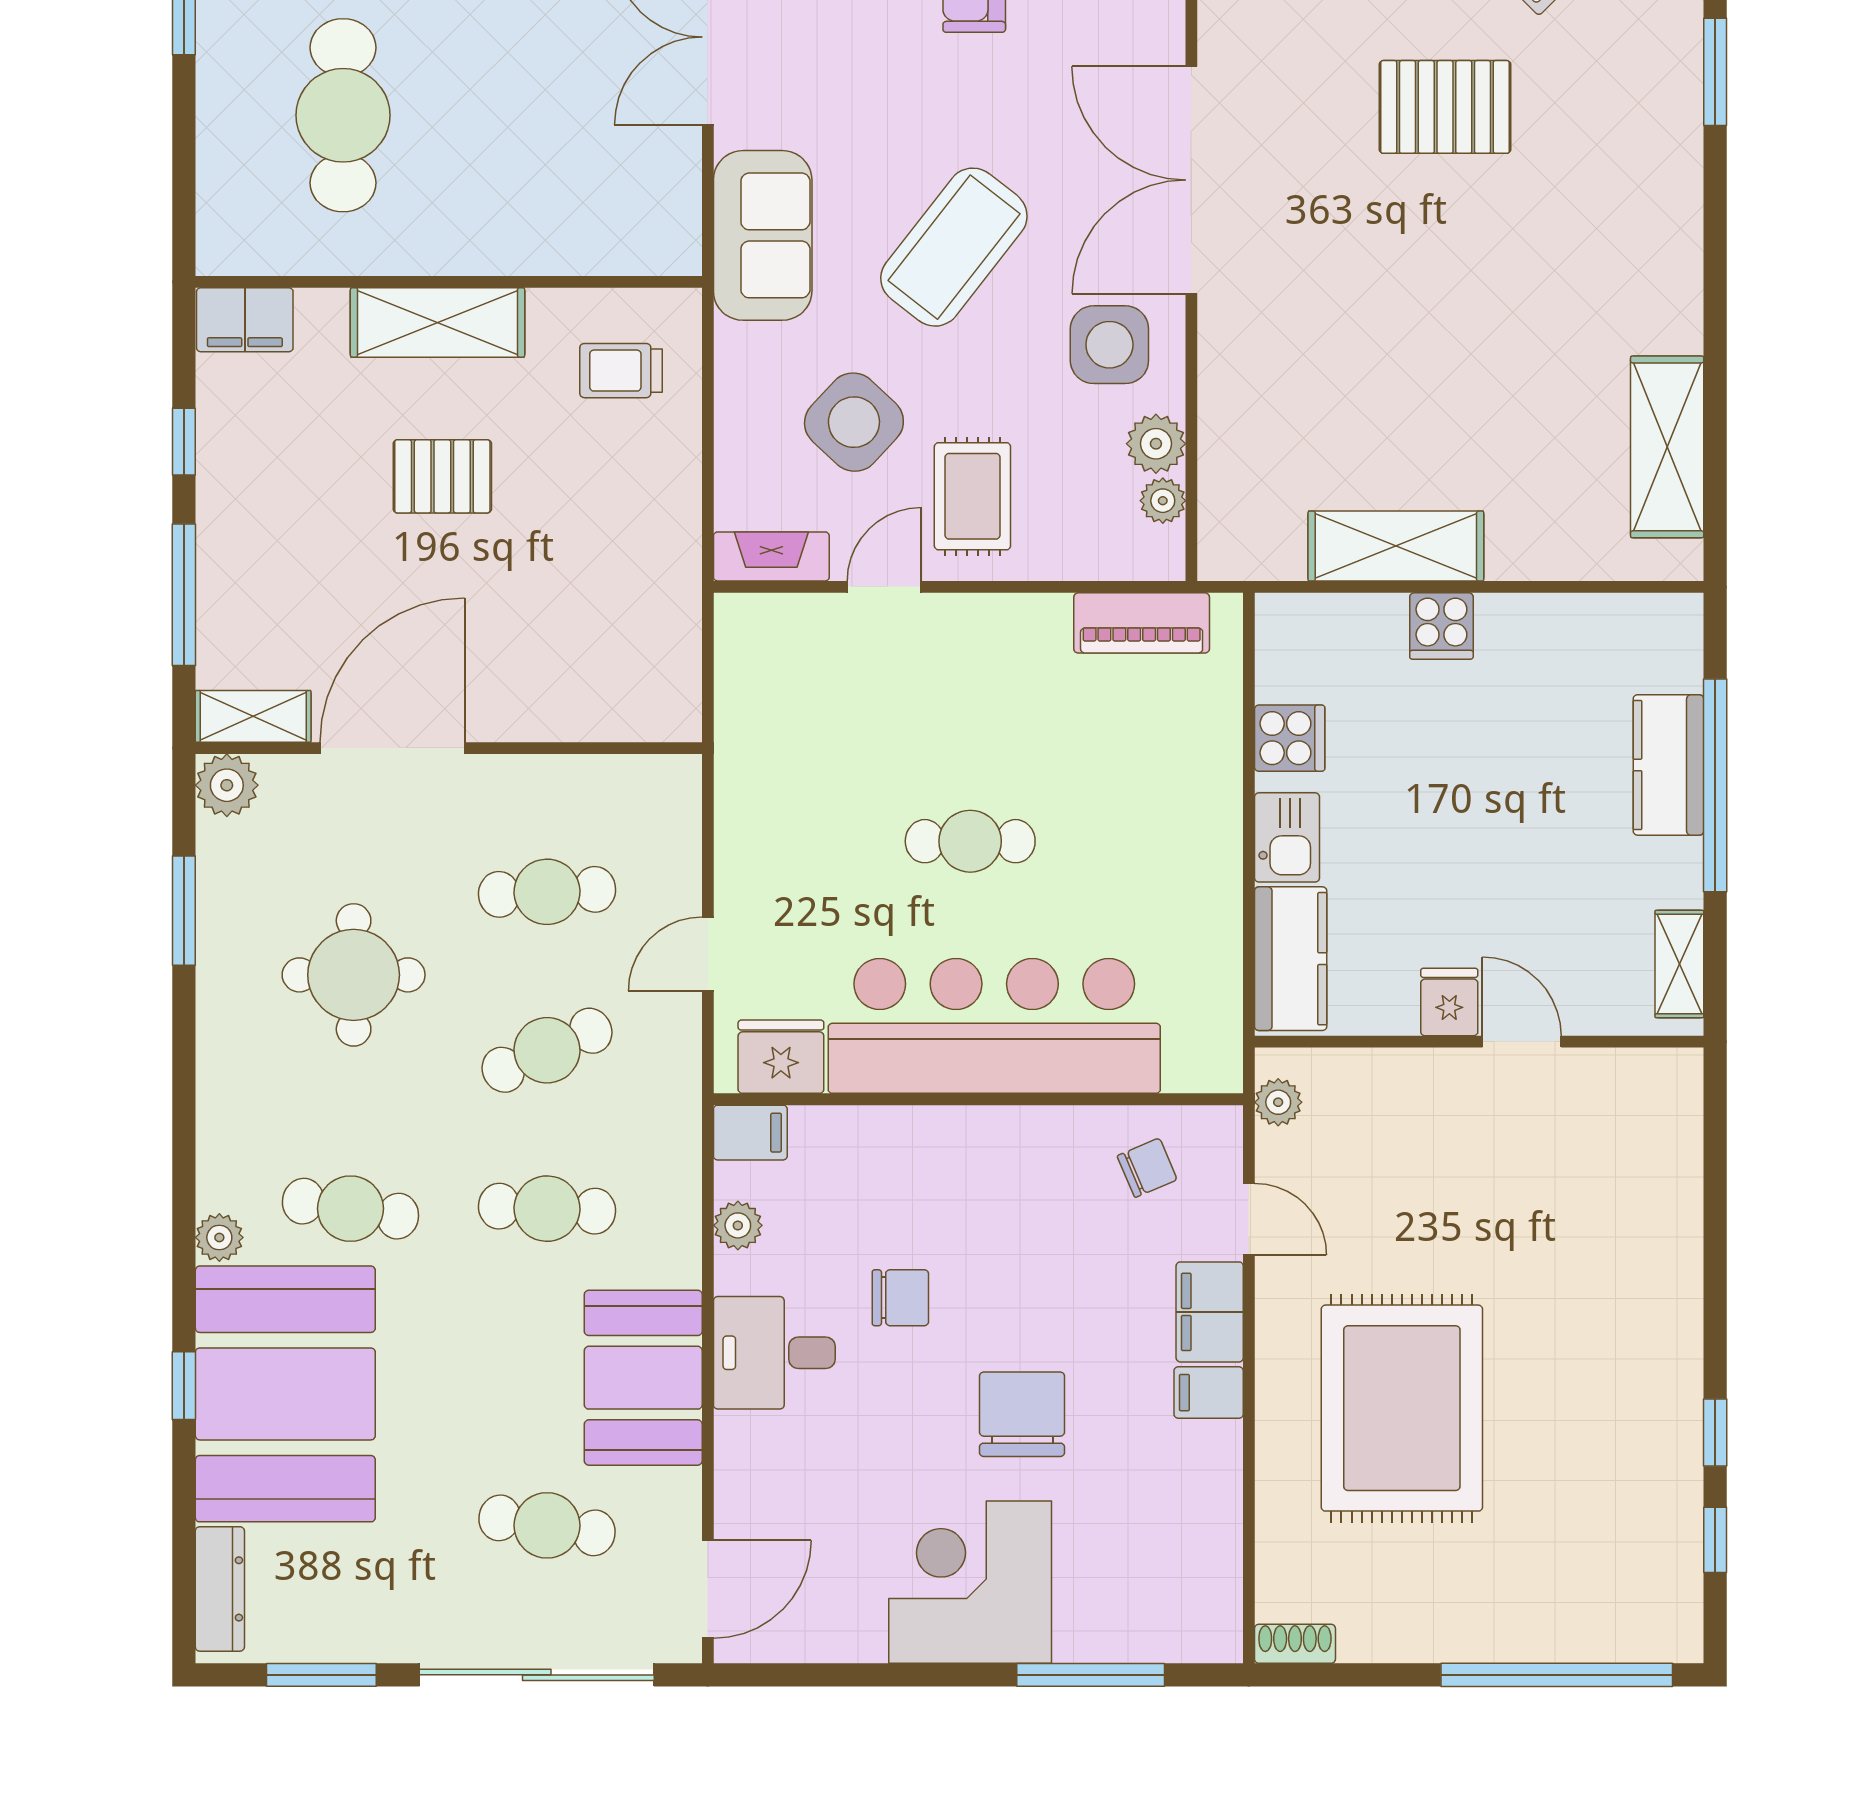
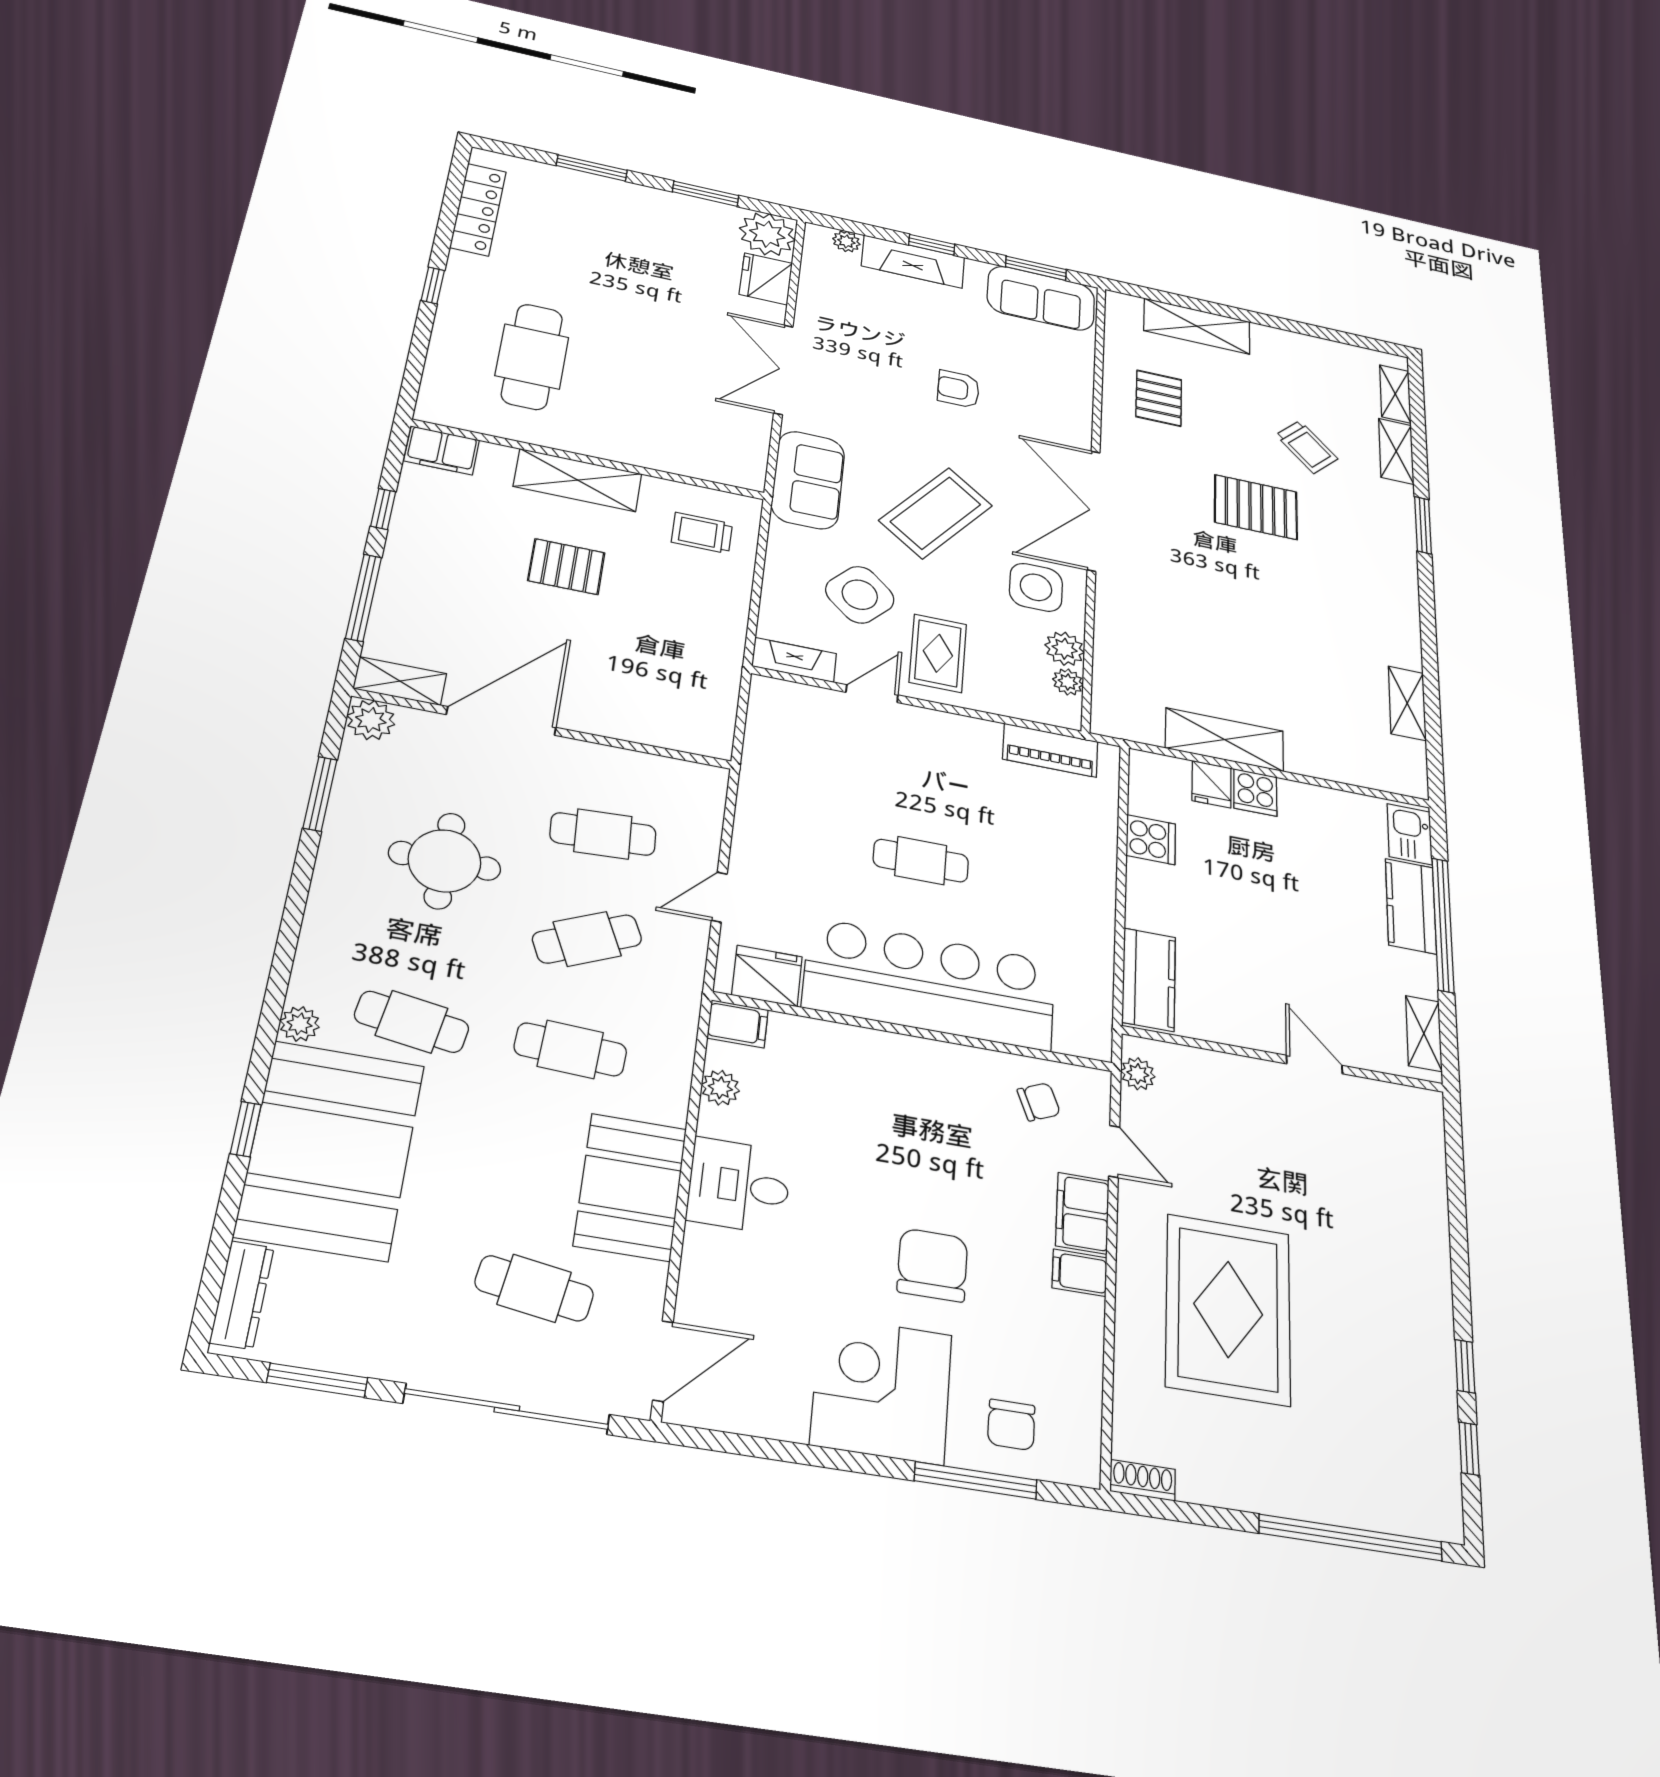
shelving: (1667, 447) -> (1407, 703), width x0.67, depth x0.75
kitchen sink: (1287, 837) -> (1410, 834), moved, turned 180
fridge: (1449, 1002) -> (1212, 784), moved, turned 180
chair: (900, 1298) -> (1011, 1425), moved, turned 90

